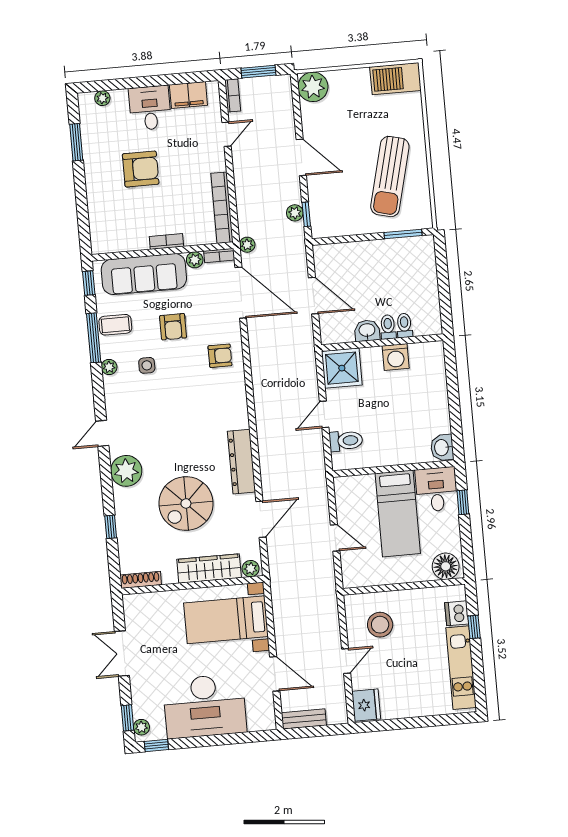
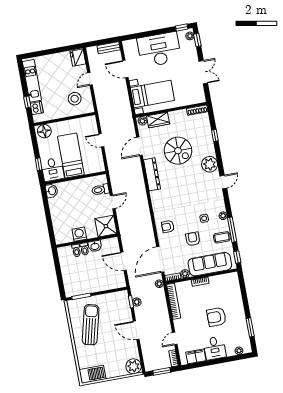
door: (241, 293) -> (160, 259), hinge flipped
spiral stairs: (186, 503) -> (178, 151), turned 90
wardrobe: (209, 569) -> (158, 120), width x0.67

